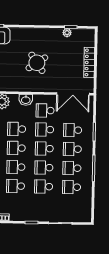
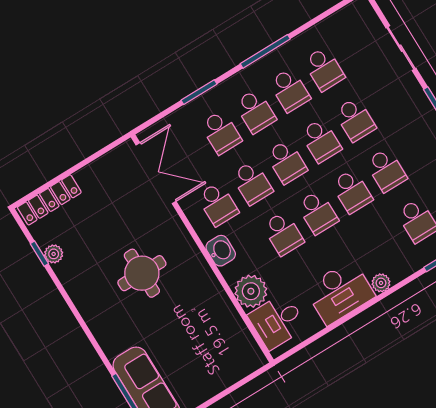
round table: (37, 63) -> (142, 273), turned 34
locker: (89, 63) -> (49, 200), moved

